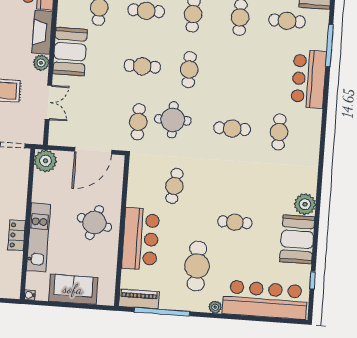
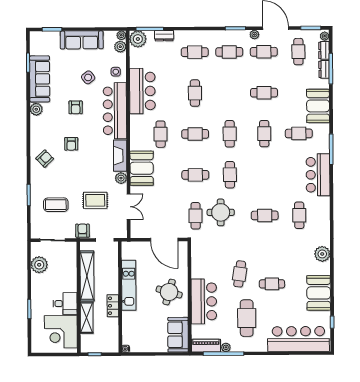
door: (93, 151) -> (164, 240), hinge flipped
plant: (45, 161) -> (130, 250), removed
cafe table: (174, 186) -> (240, 274), moved
plant: (305, 204) -> (322, 254), moved
kitchen unit: (38, 237) -> (129, 285), moved
sofa: (73, 289) -> (178, 335), moved, turned -90
plant: (215, 307) -> (226, 347), moved

